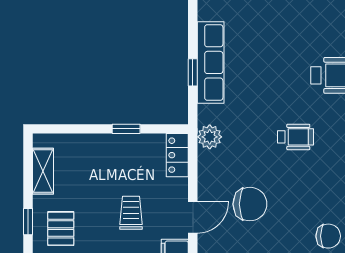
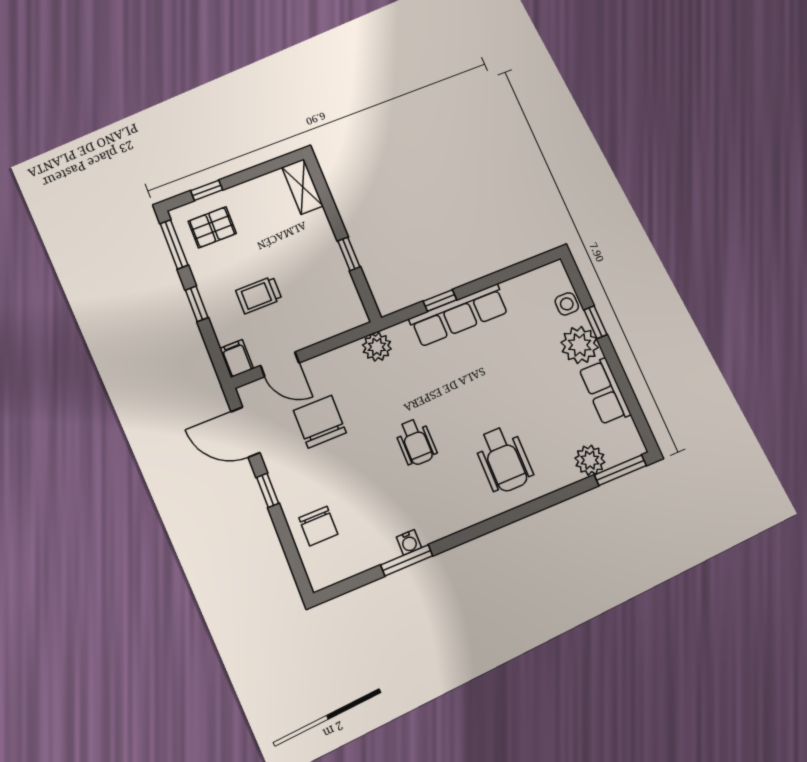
locker: (177, 155) -> (342, 320), removed
shelving: (43, 171) -> (303, 187), moved, turned 90
chair: (250, 204) -> (320, 422), turned 180
trolley: (131, 213) -> (259, 295), turned 180

